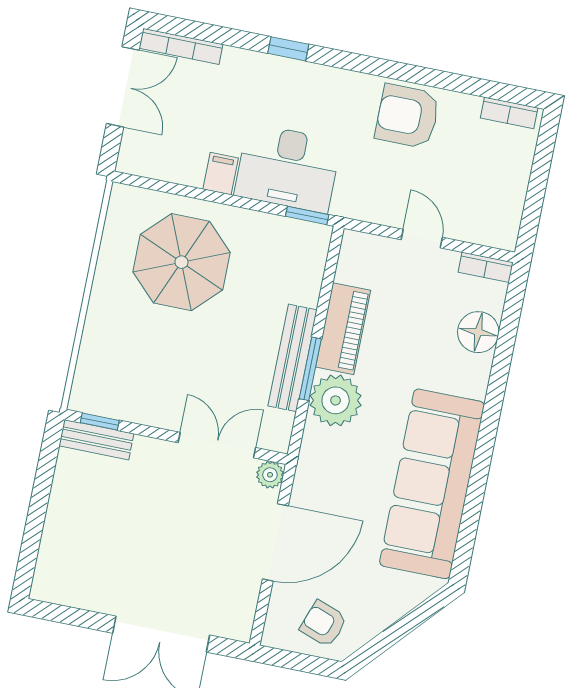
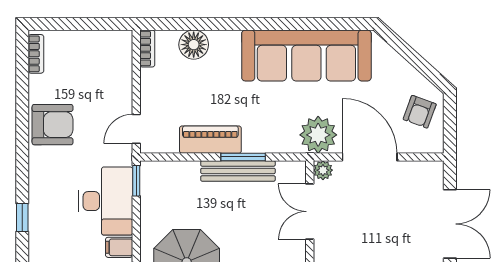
armchair: (407, 116) -> (53, 125), turned -90
door: (422, 239) -> (136, 129), moved
plant: (336, 400) -> (318, 135), moved

